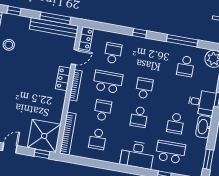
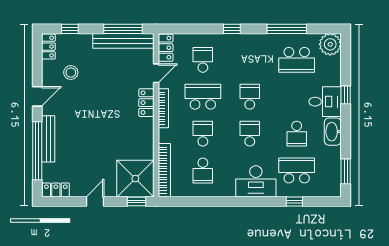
school desk: (186, 66) -> (297, 60), width x1.85
school desk: (139, 117) -> (250, 134), turned 180

